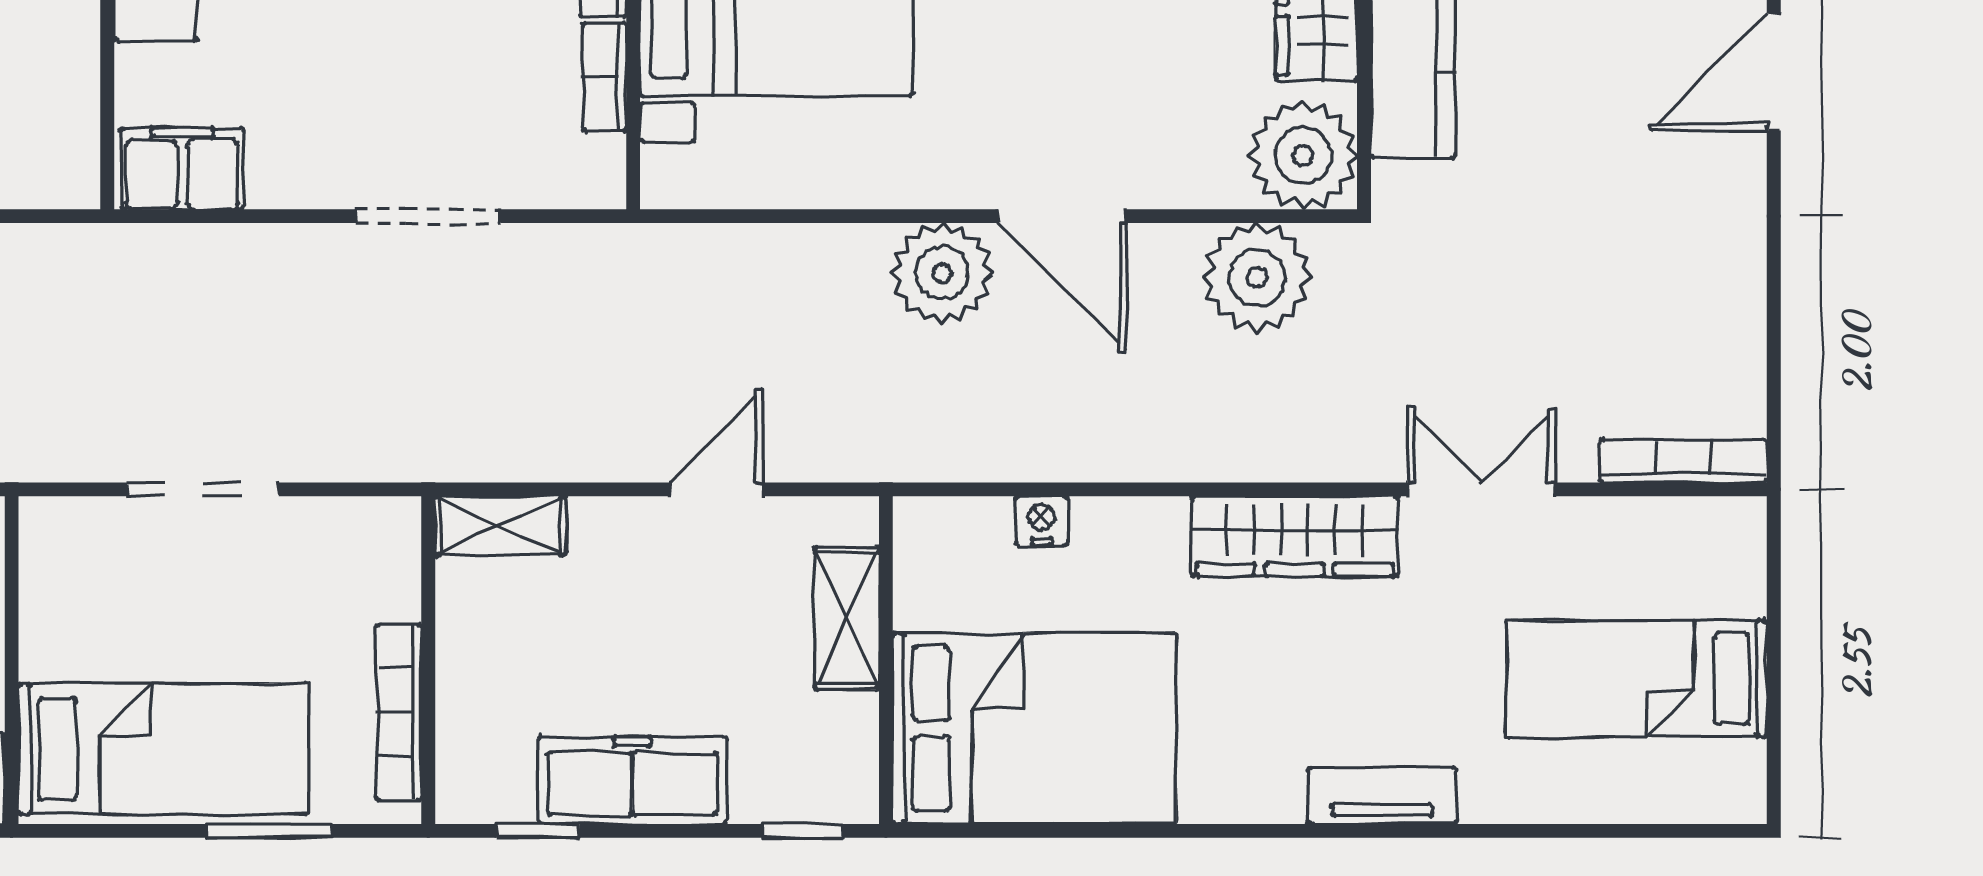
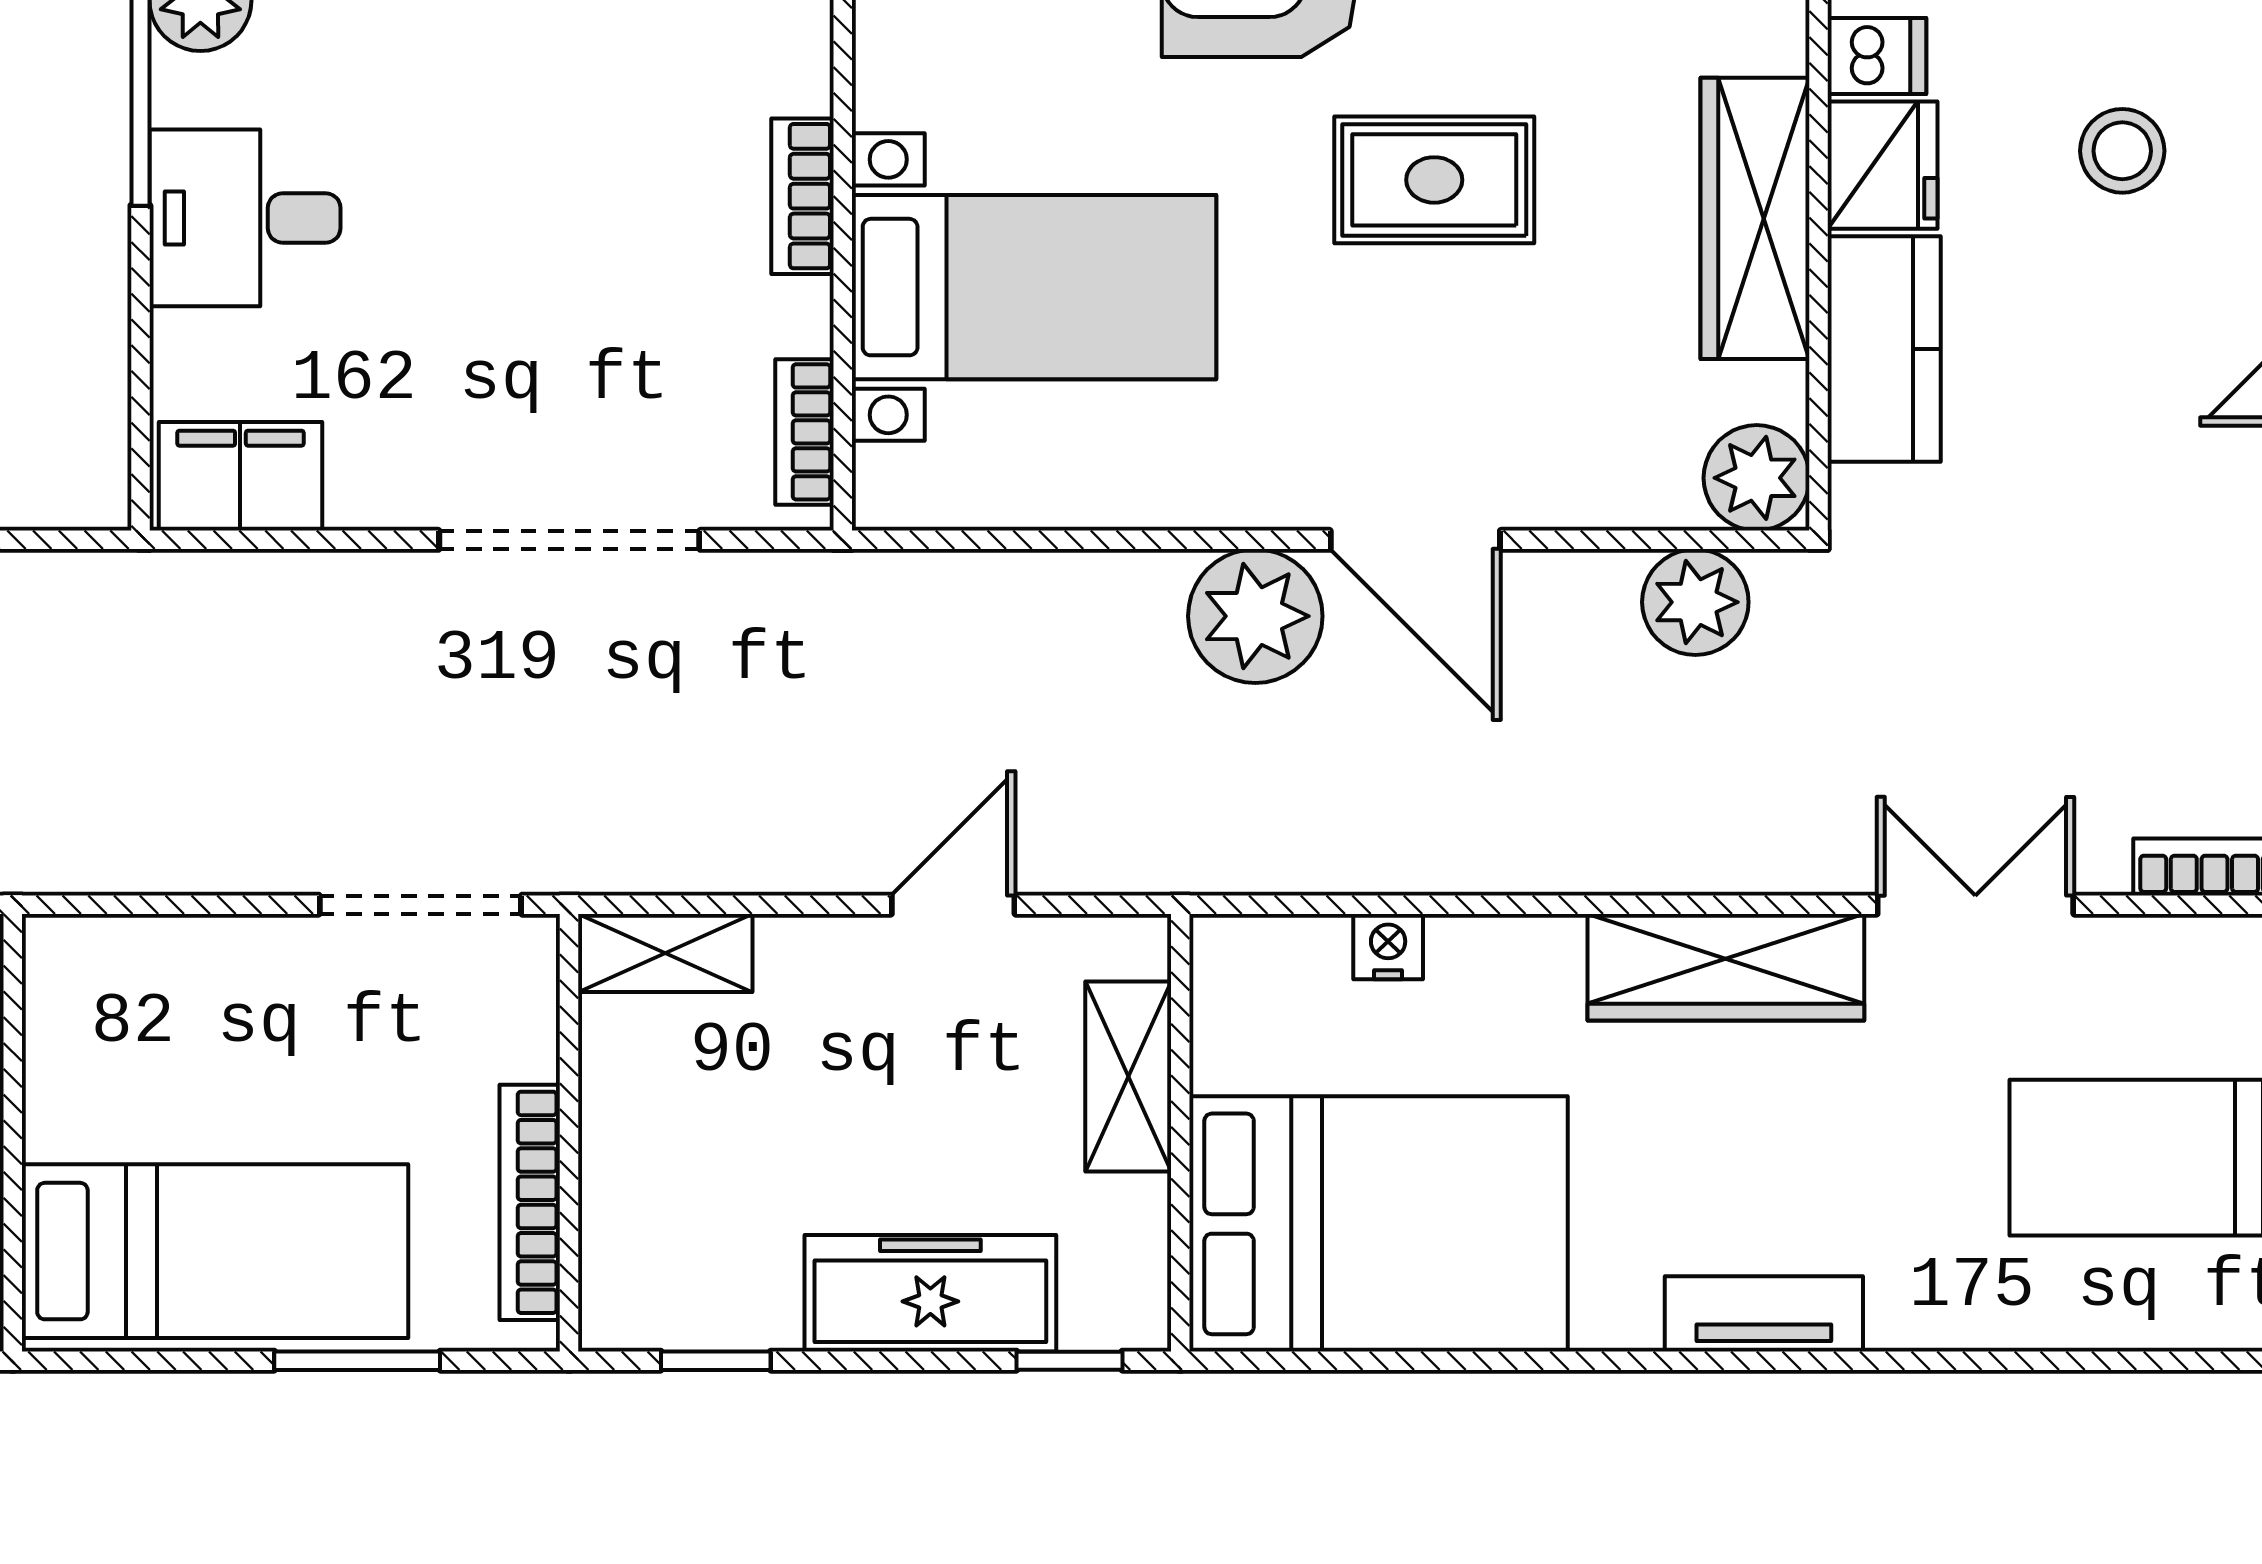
bookcase: (604, 77) -> (804, 432), moved
plant: (1303, 155) -> (1757, 478), width x0.73, depth x0.73
doorway: (428, 216) -> (569, 540), width x1.36
plant: (1257, 277) -> (1695, 602), width x0.73, depth x0.73
doorway: (203, 489) -> (420, 905), moved
freezer: (632, 780) -> (930, 1293), moved
tv unit: (1382, 796) -> (1764, 1314), moved

